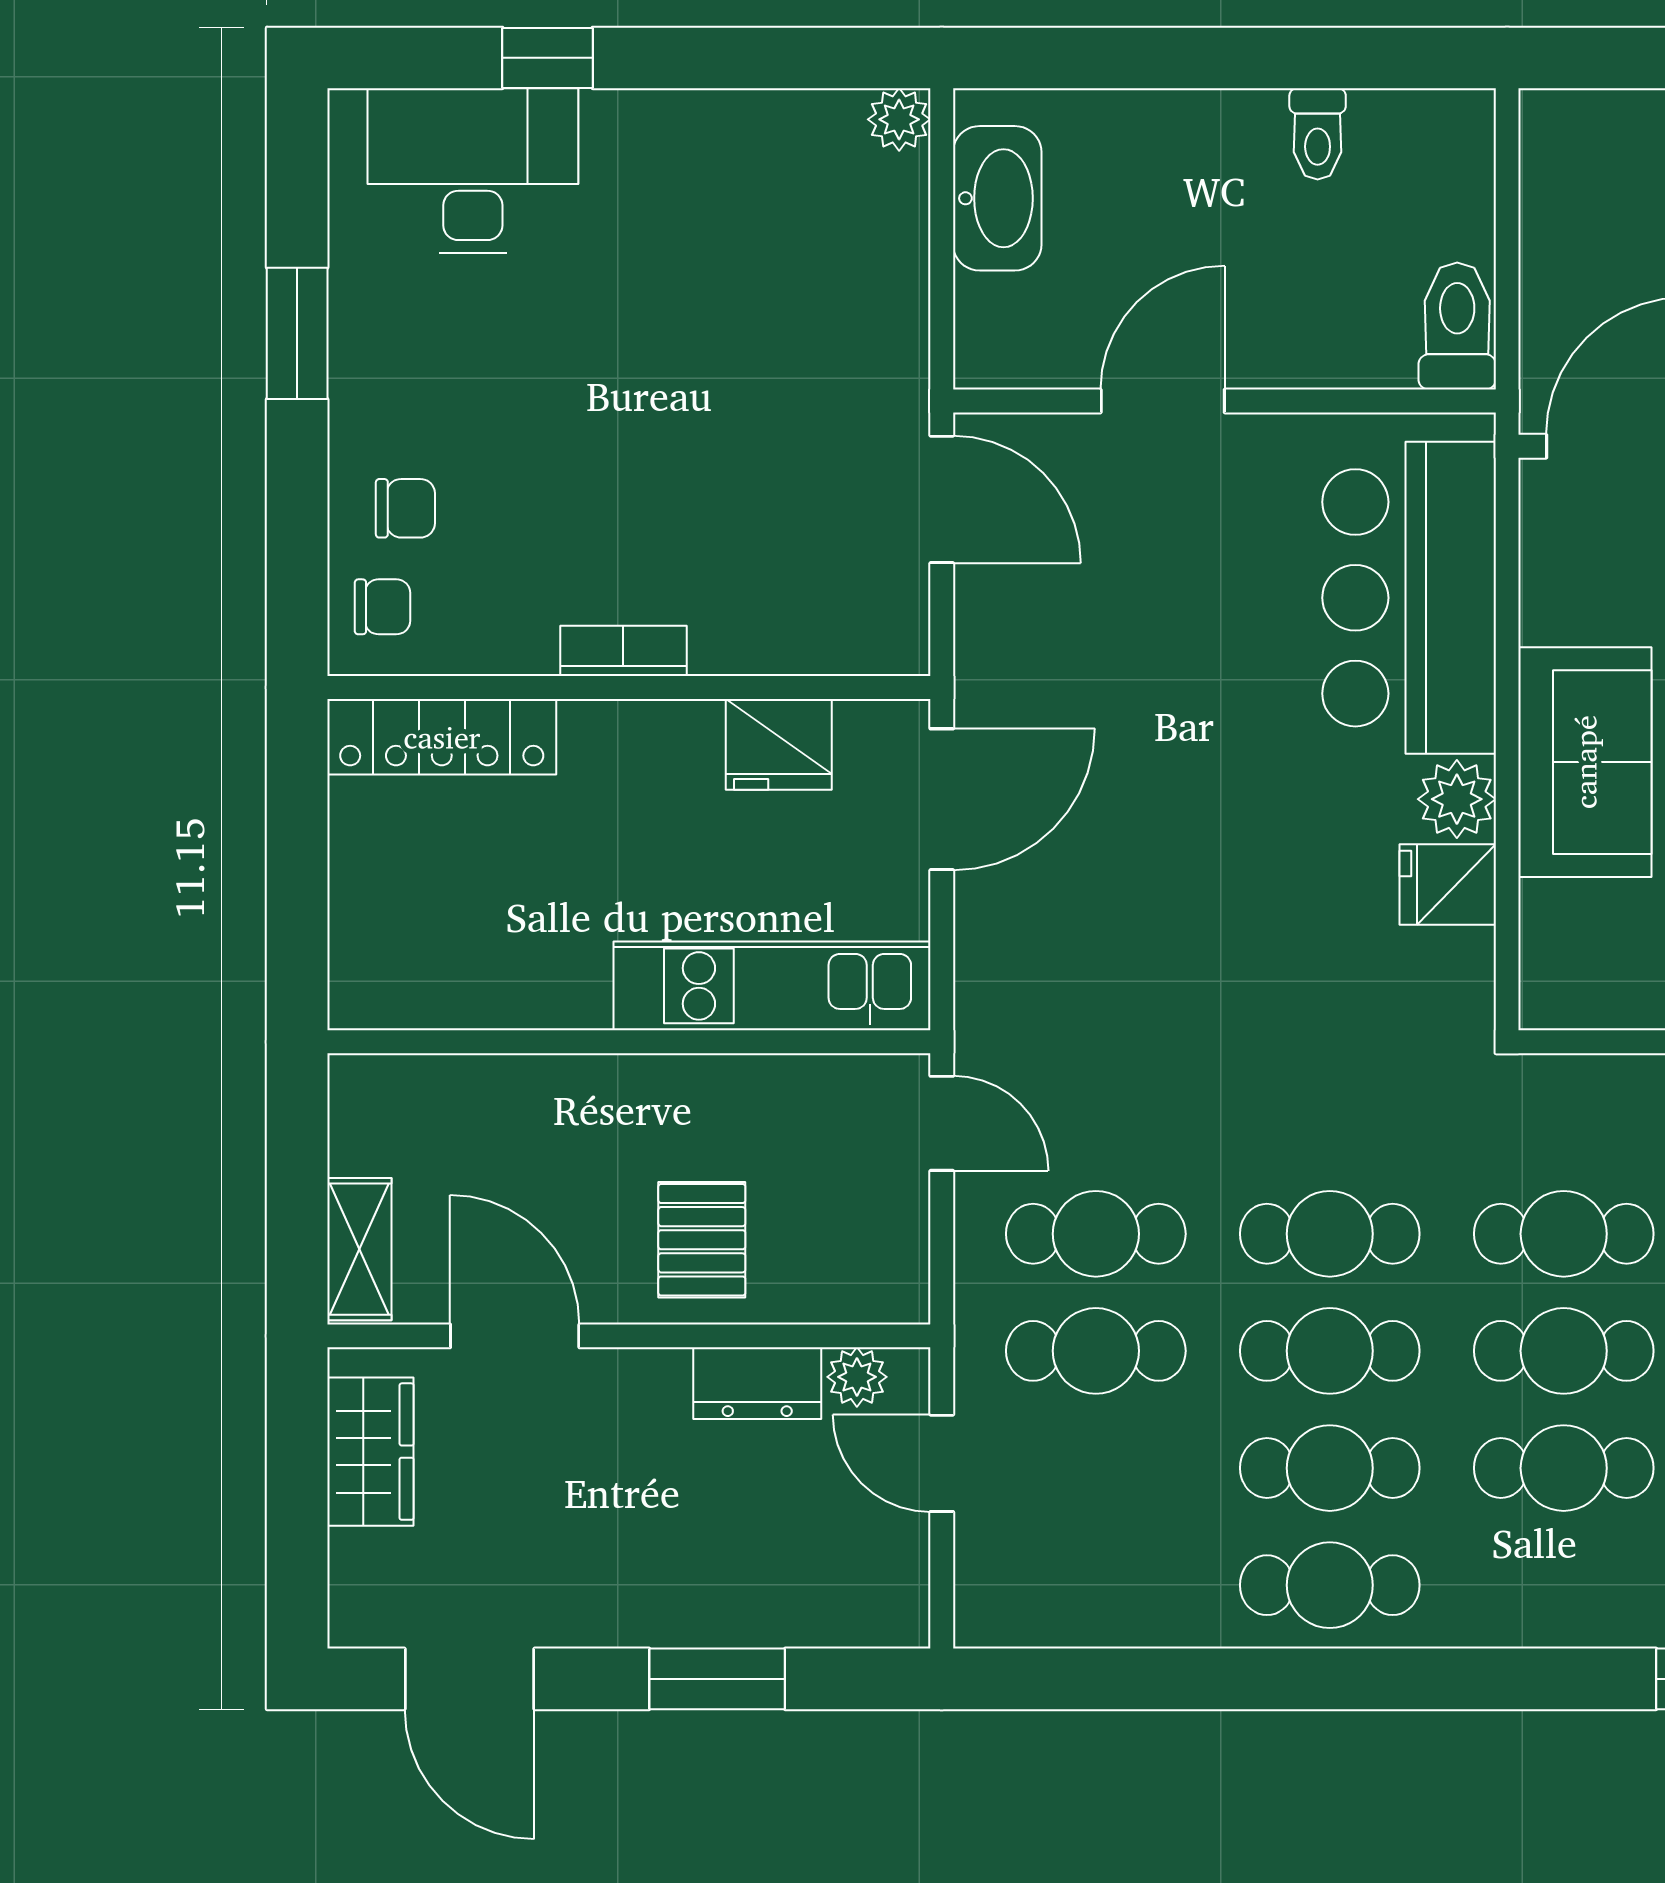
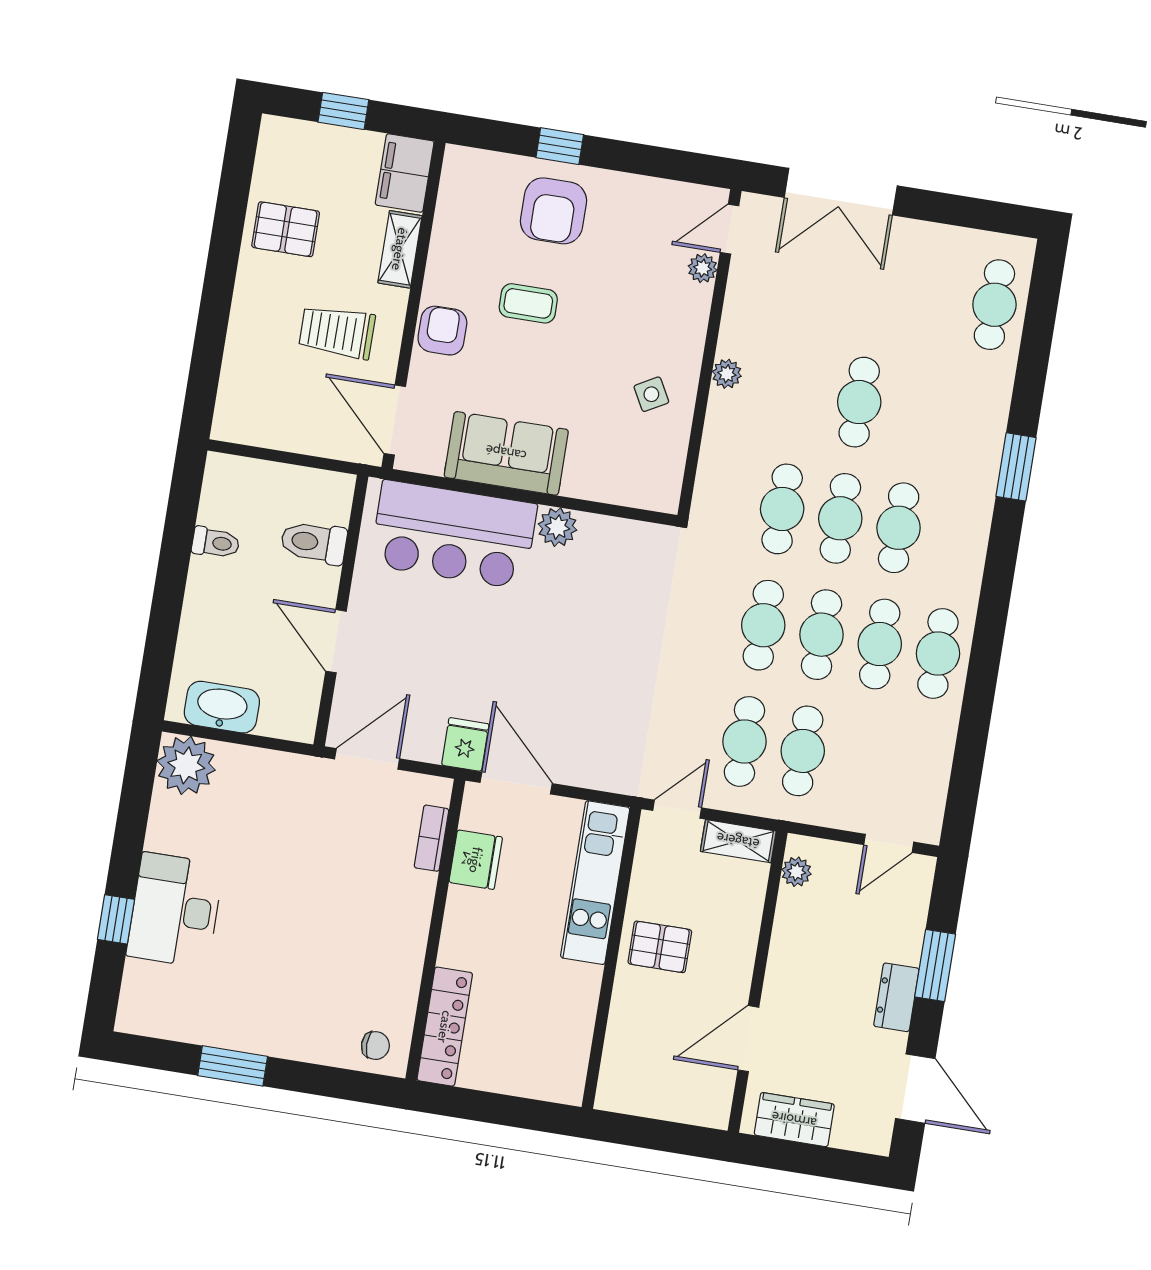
plant: (899, 119) -> (186, 765), width x1.88, depth x1.88
desk: (473, 171) -> (175, 910), moved
toilet: (1457, 326) -> (314, 542), moved
chair: (405, 508) -> (328, 1026), removed
chair: (382, 607) -> (375, 1046), turned 90
bookcase: (623, 651) -> (431, 838), moved
sofa: (1585, 762) -> (506, 453), moved
fridge: (1448, 885) -> (465, 745), moved, turned 180
pallet: (702, 1240) -> (660, 947), moved
shelving: (359, 1249) -> (738, 841), moved
dresser: (757, 1383) -> (896, 997), moved, turned 180
door: (942, 1463) -> (889, 843), moved
door: (470, 1679) -> (915, 1089), hinge flipped

